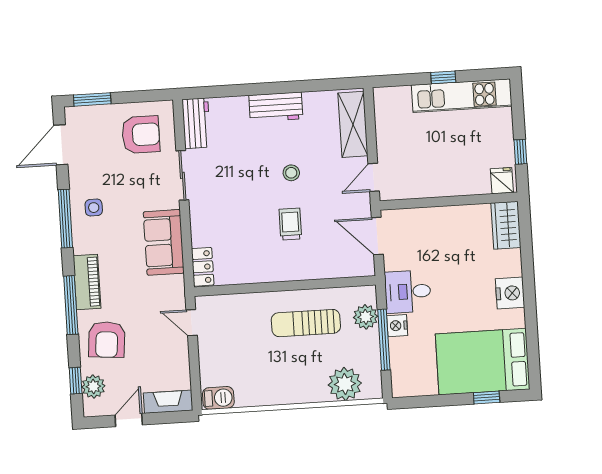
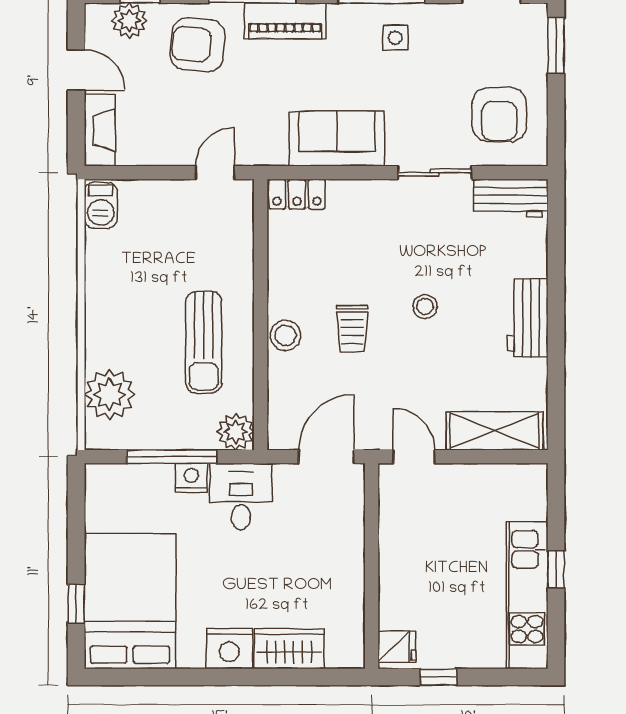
stool: (291, 173) -> (425, 307), moved
trolley: (290, 224) -> (352, 328), turned 90
wardrobe: (506, 225) -> (289, 649), moved
stool: (298, 269) -> (285, 335), added
plant: (366, 317) -> (236, 432), moved
sun lounger: (306, 323) -> (204, 342), turned 180

